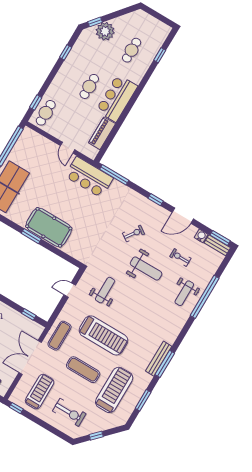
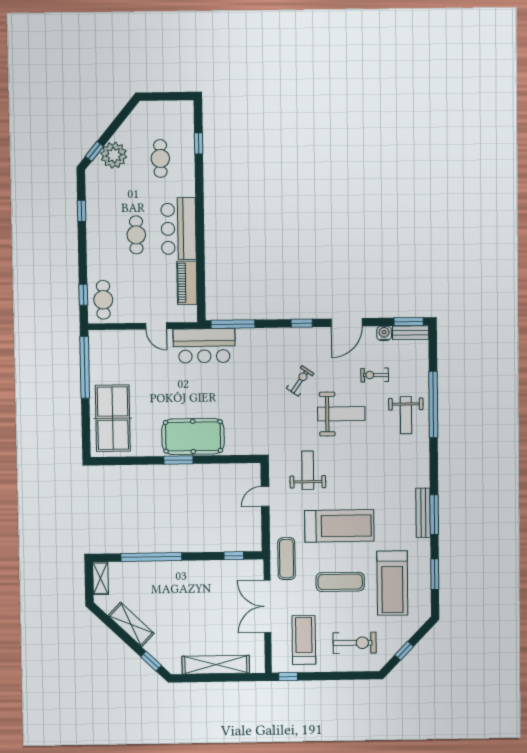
treadmill: (114, 390) -> (392, 583), turned 180

